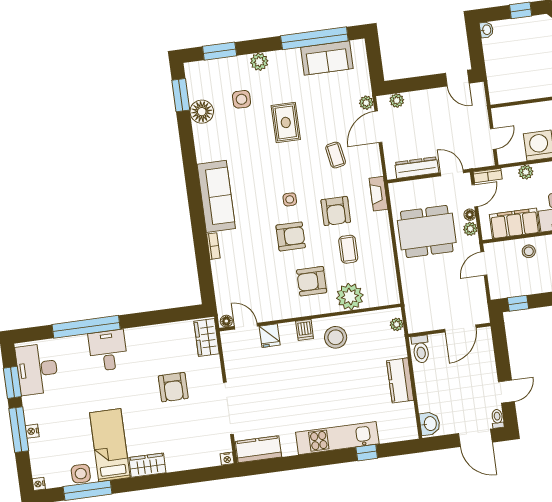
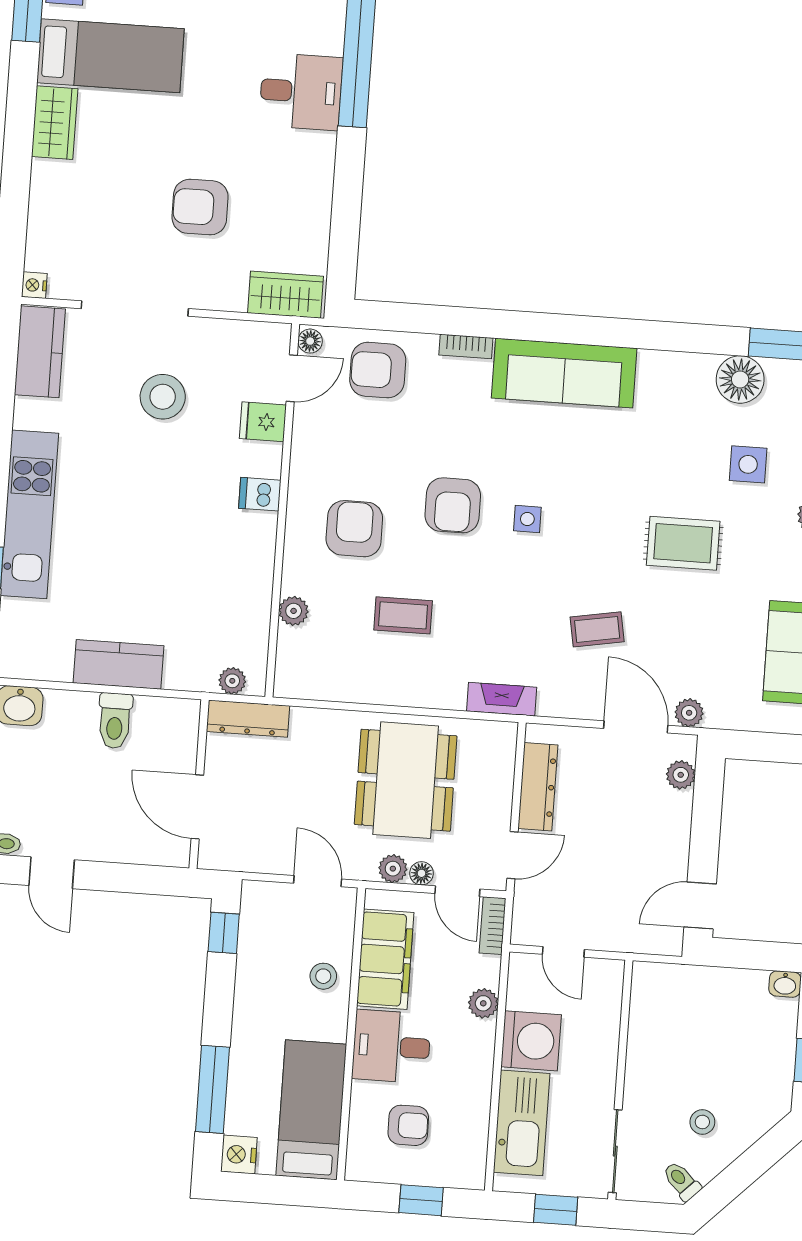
armchair: (336, 211) -> (378, 370), moved
plant: (350, 297) -> (294, 611), width x0.53, depth x0.53
dresser: (413, 313) -> (248, 719), added
stool: (336, 337) -> (163, 397), moved
toilet: (421, 349) -> (115, 721), moved, turned -90

